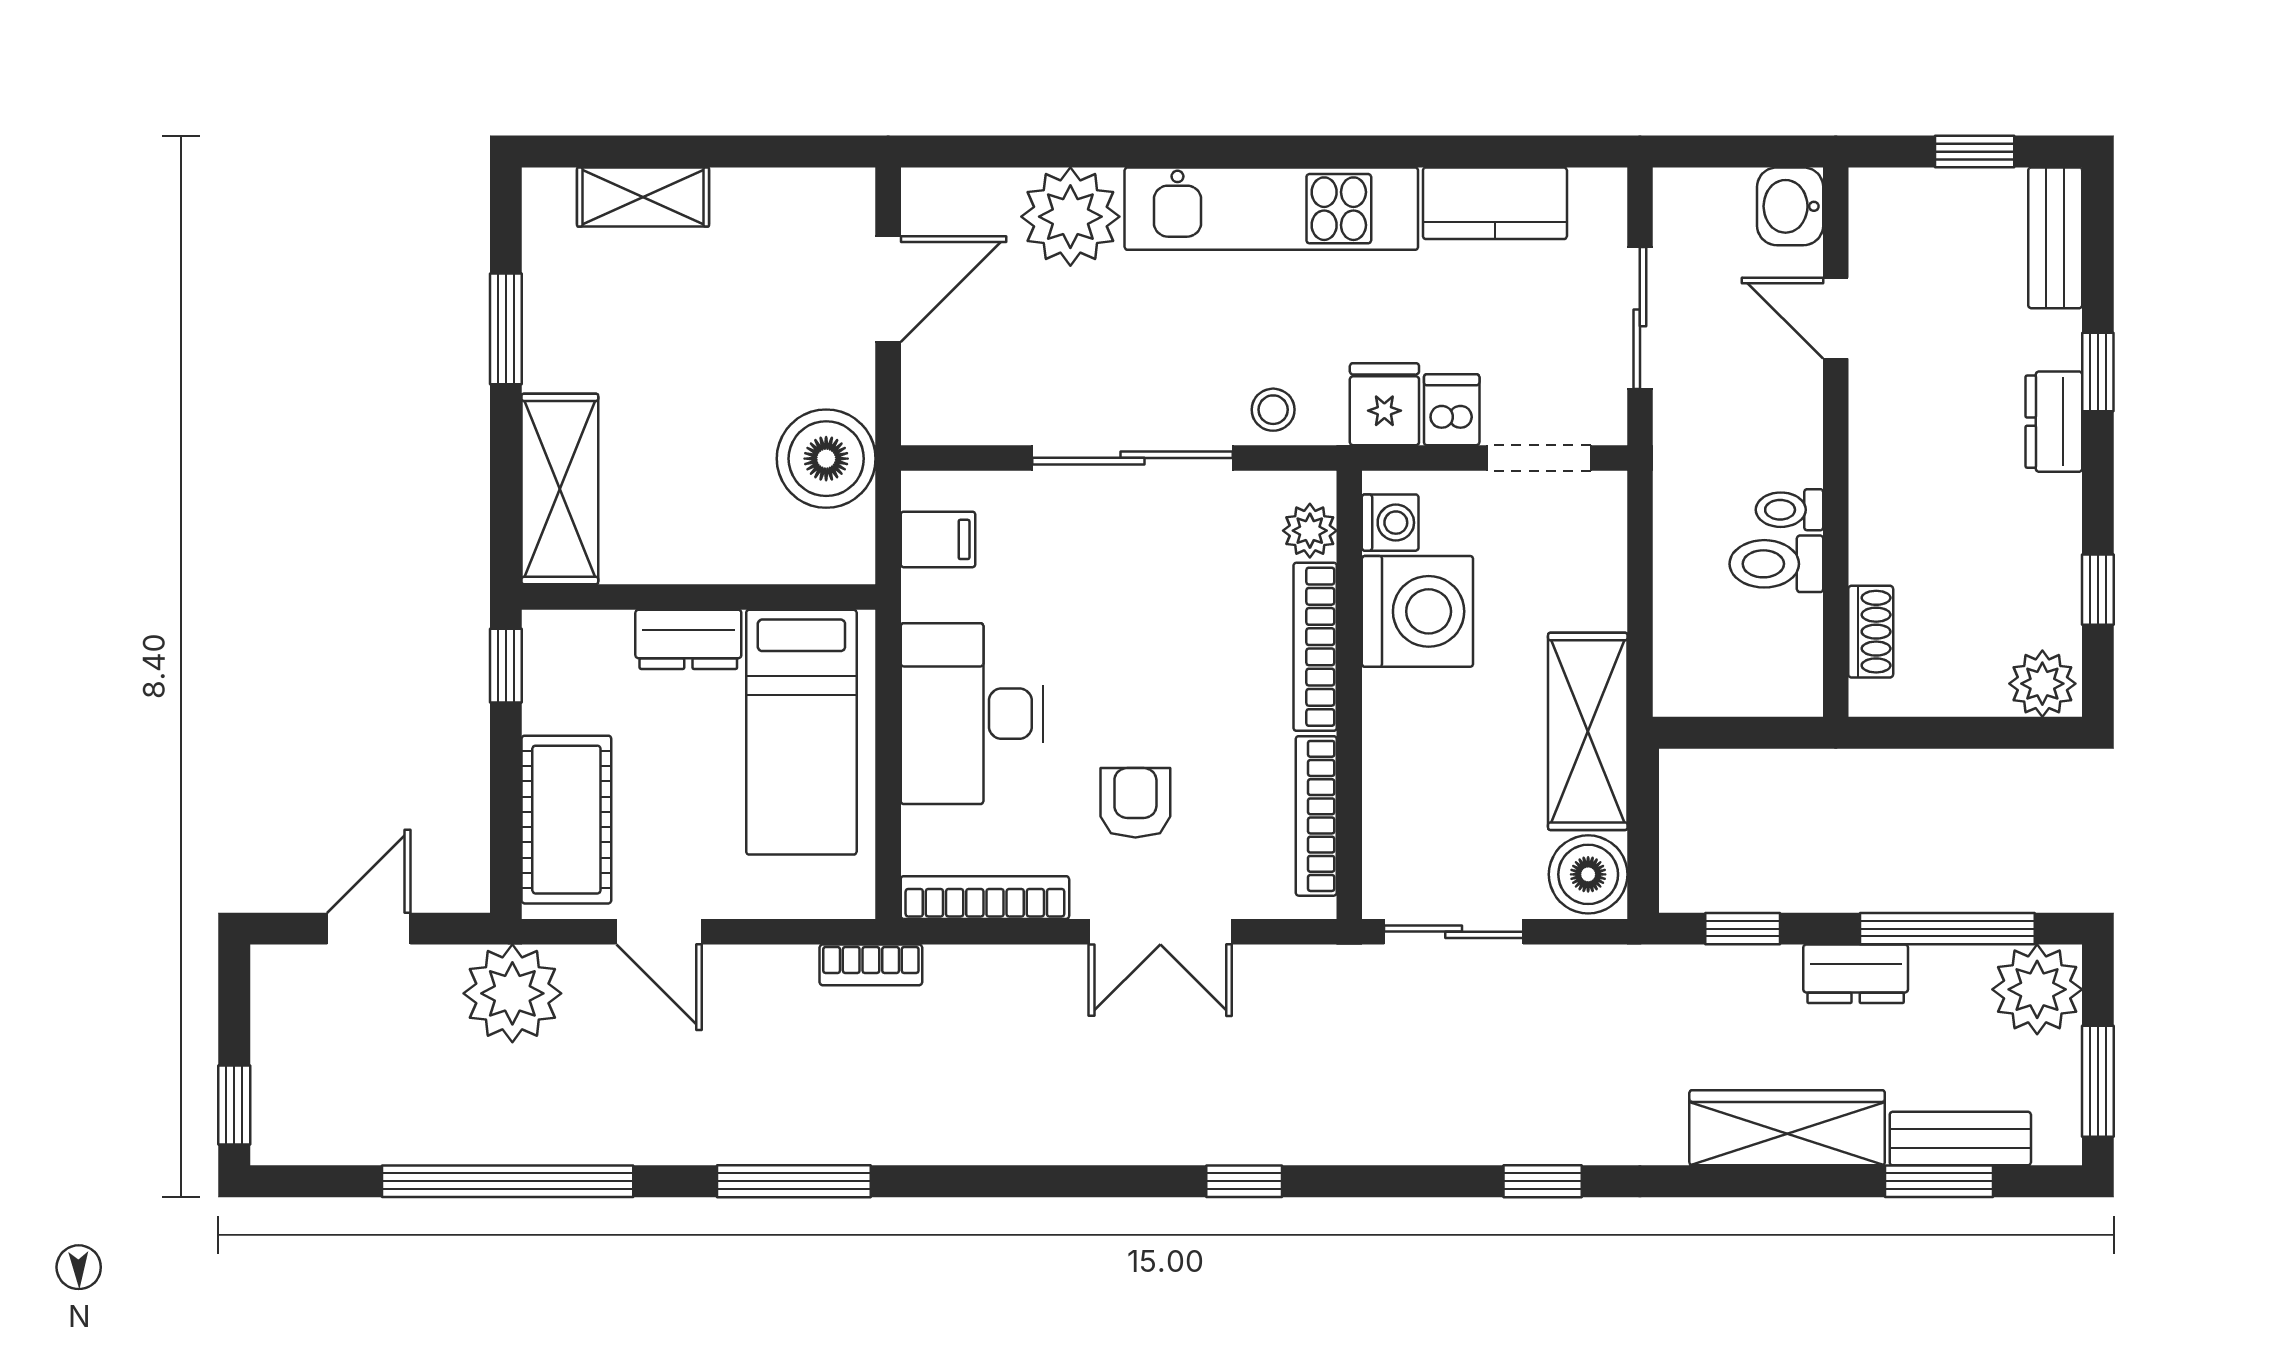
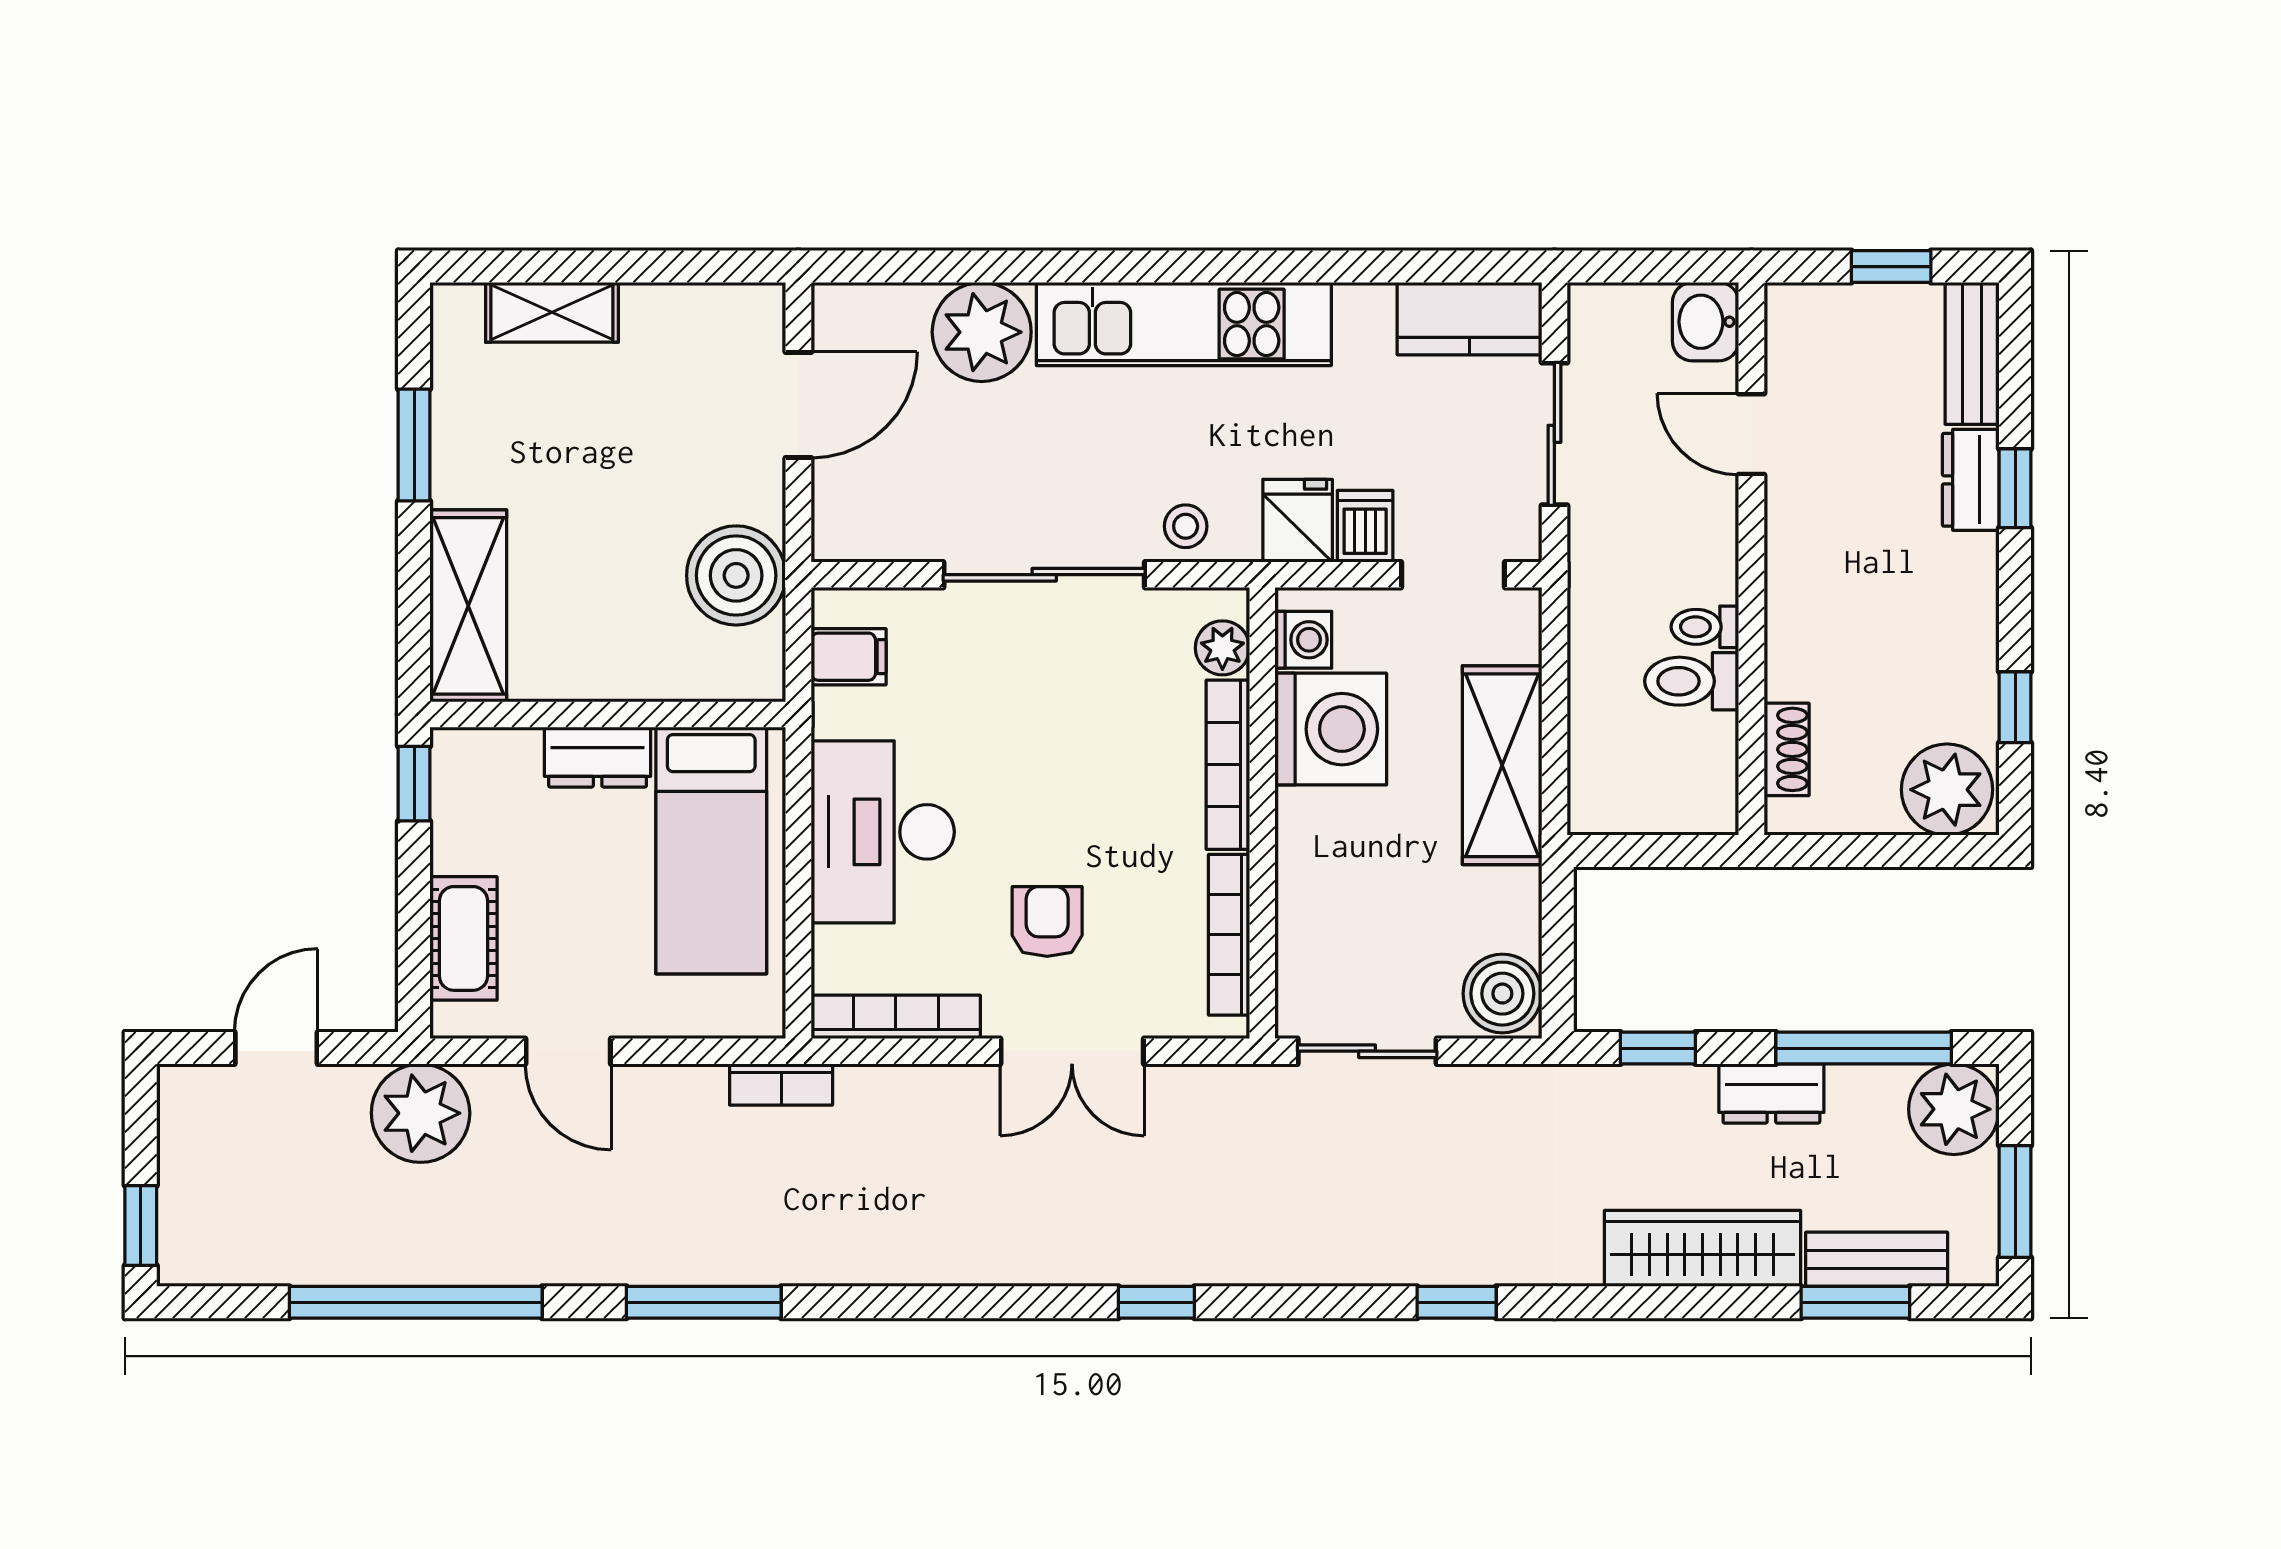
kitchen counter: (1495, 203) -> (1469, 319), moved
dresser: (2054, 422) -> (1971, 480), moved
plant: (2042, 684) -> (1947, 790), width x1.36, depth x1.36
shelving: (1588, 731) -> (1502, 765), moved
cot: (566, 820) -> (463, 938), width x0.73, depth x0.75

